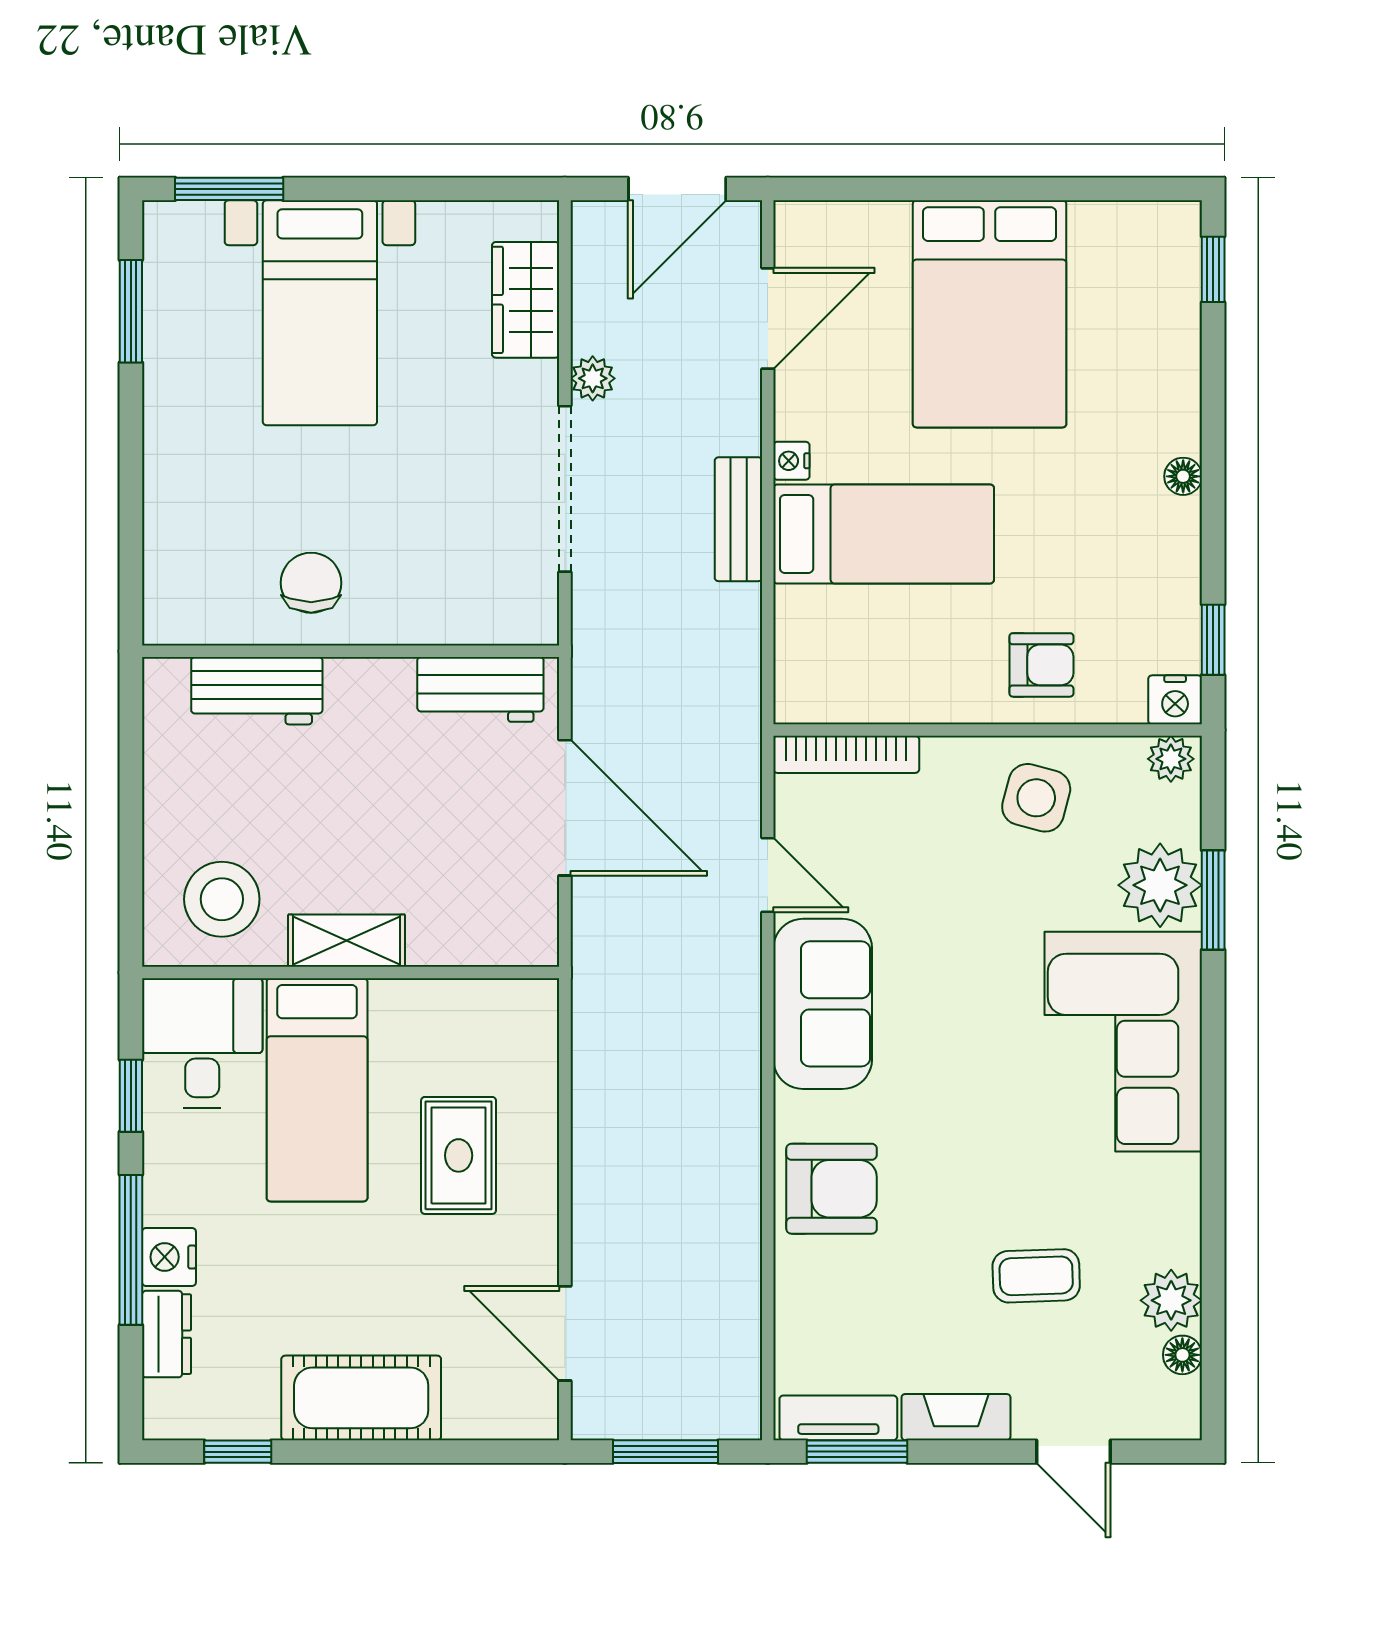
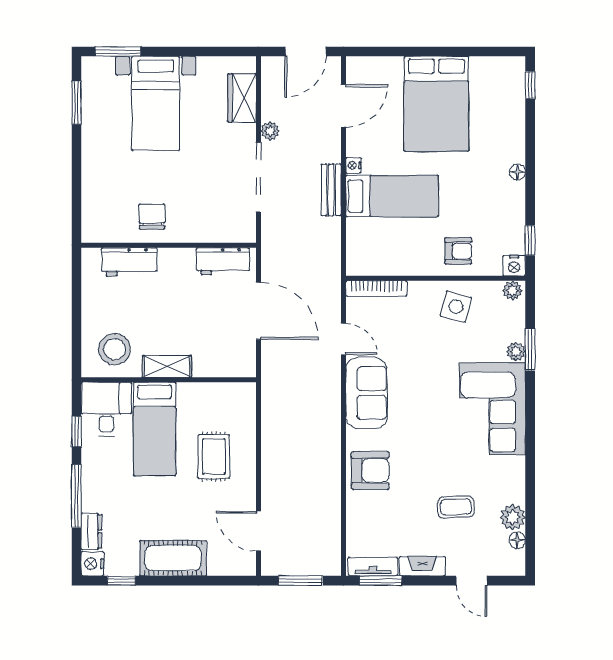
plant: (1160, 885) -> (516, 351), width x0.53, depth x0.53
nightstand: (169, 1257) -> (92, 564), moved

